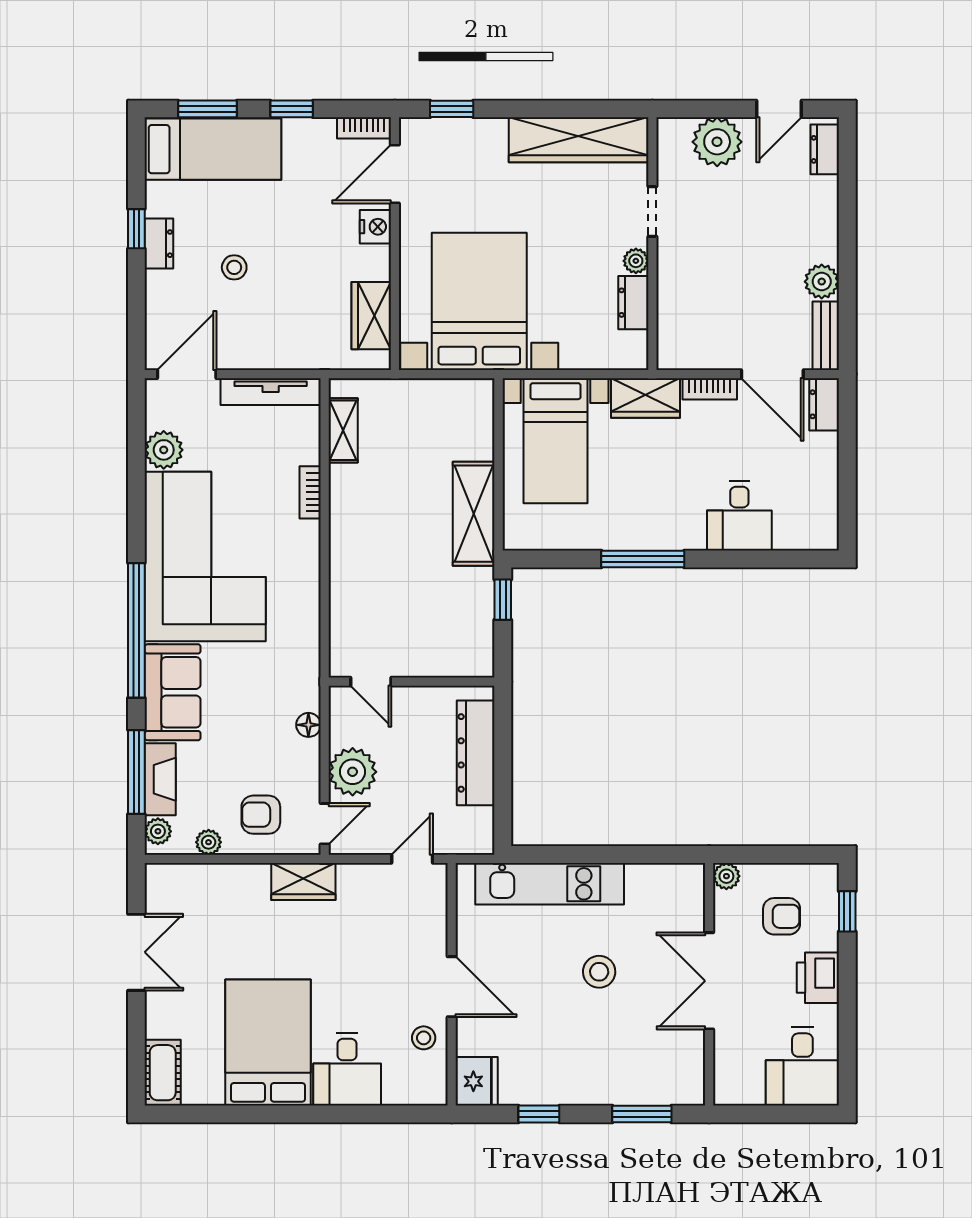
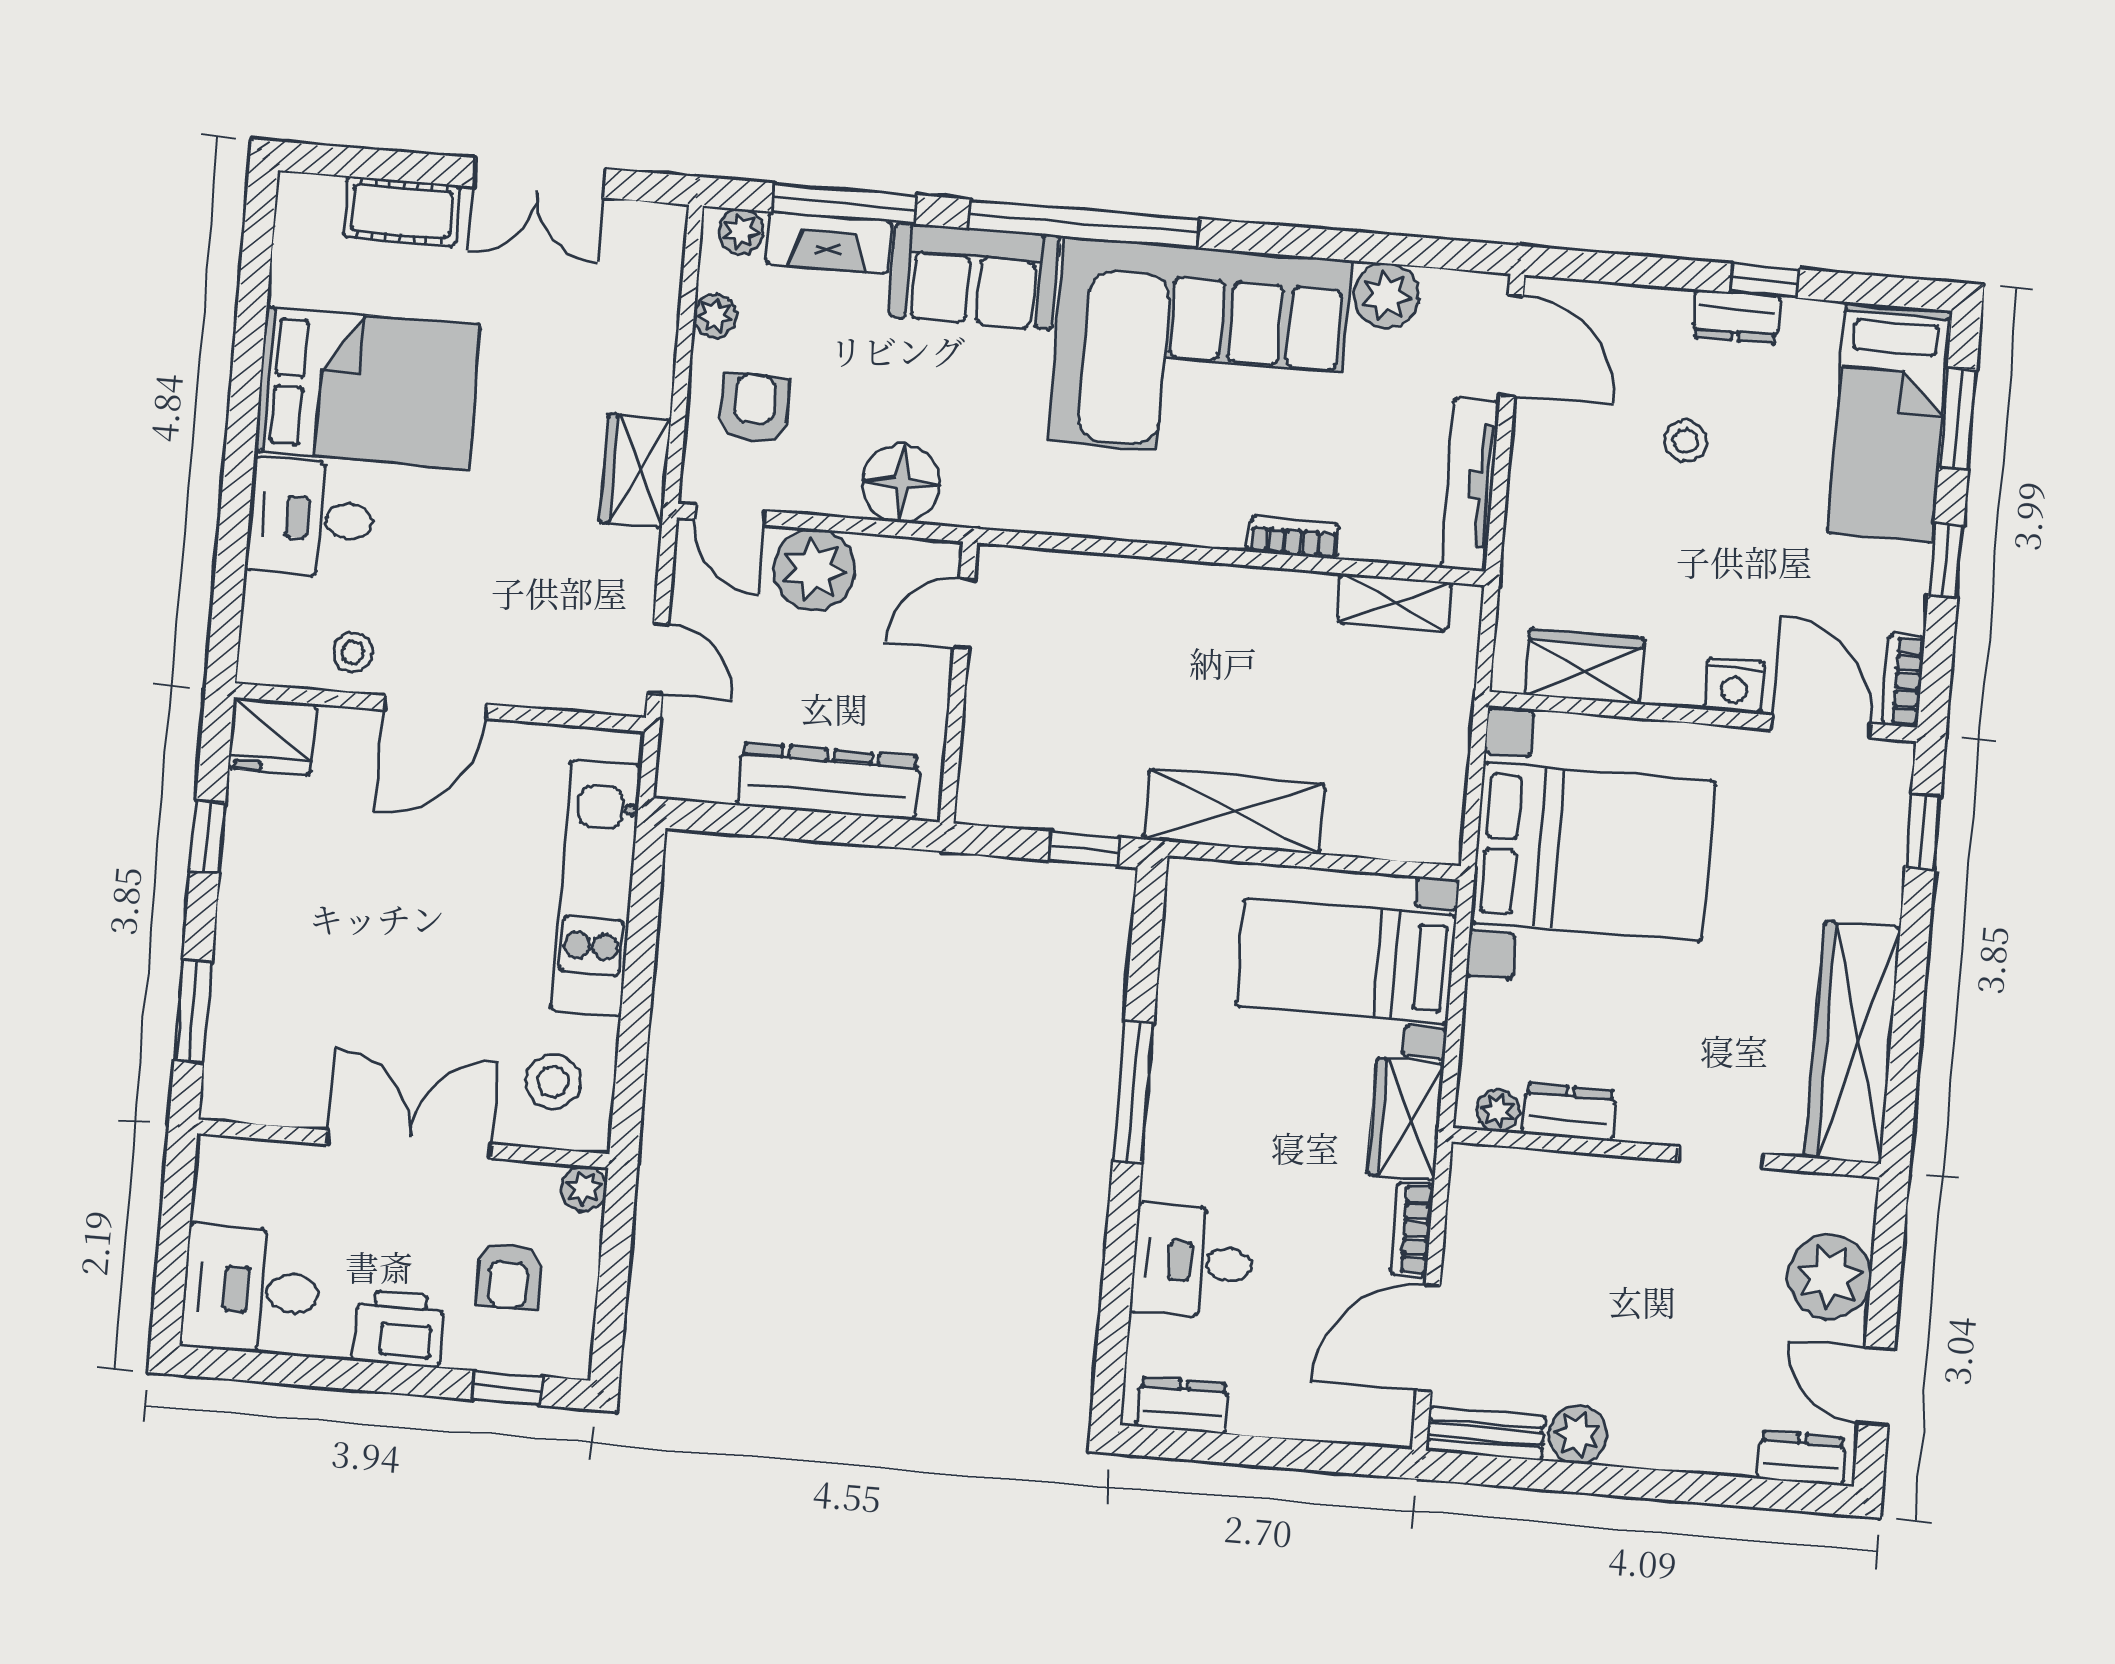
plant: (636, 261) -> (1498, 1111), moved
dresser: (824, 404) -> (1182, 1405), moved
floor lamp: (308, 725) -> (901, 483), width x1.89, depth x1.89
stool: (599, 972) -> (553, 1082), moved
cot: (163, 1073) -> (402, 211), moved

